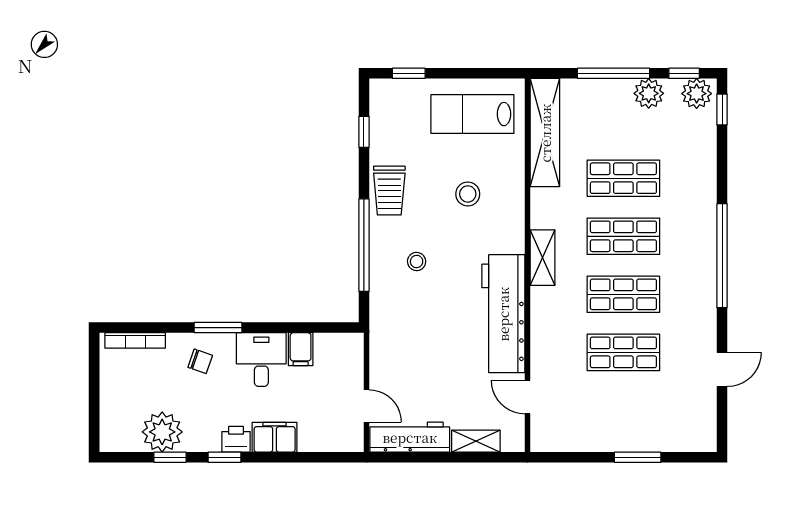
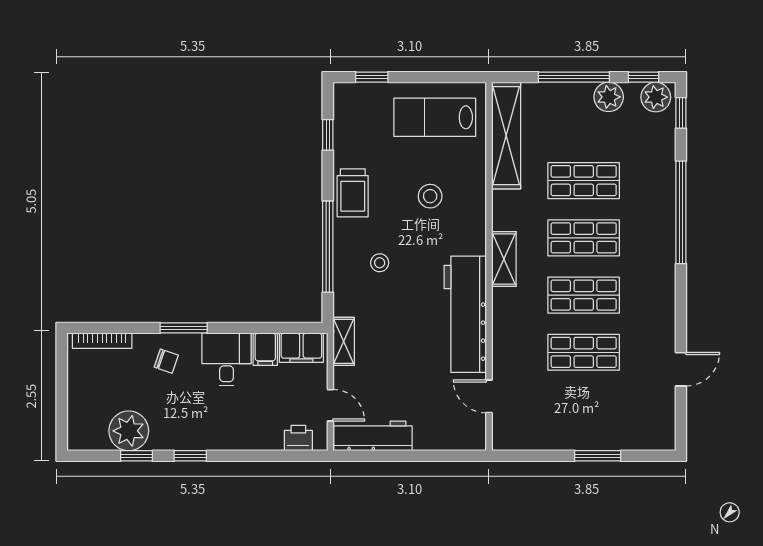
window: (722, 256) -> (681, 212), moved
filing cabinet: (275, 437) -> (301, 348), moved, turned 180
printer: (236, 439) -> (298, 438), moved
shelving: (476, 441) -> (344, 341), moved, turned 90

